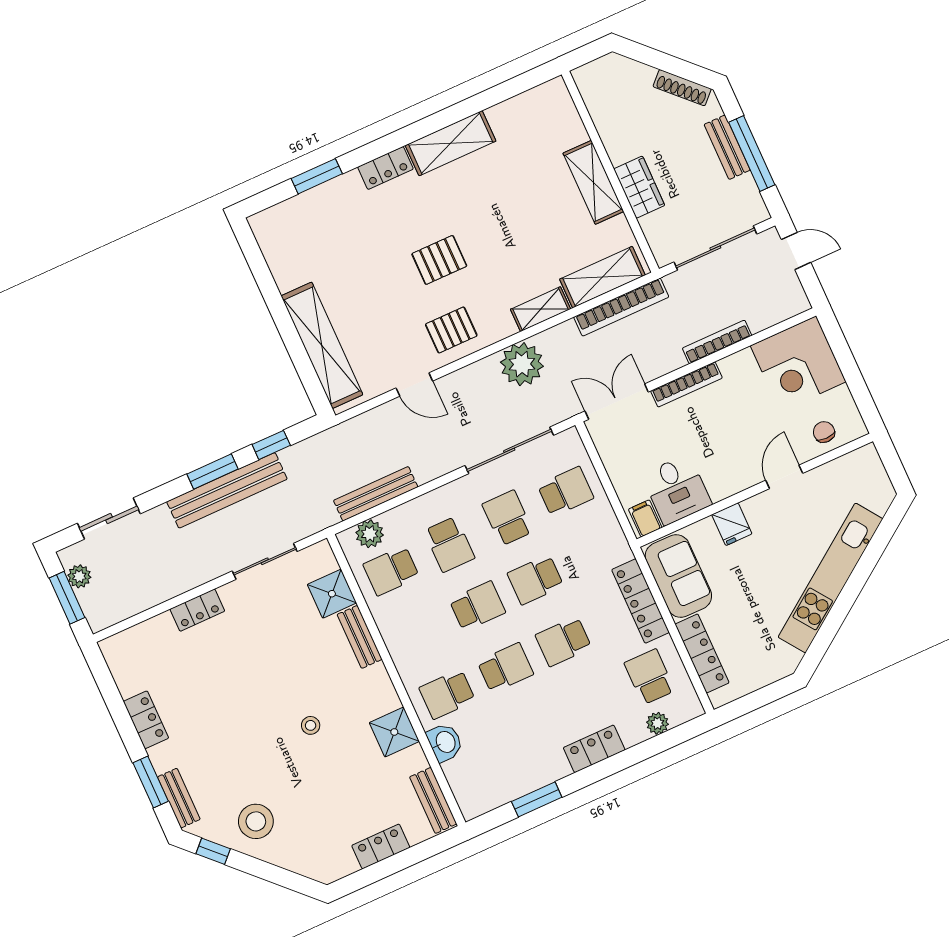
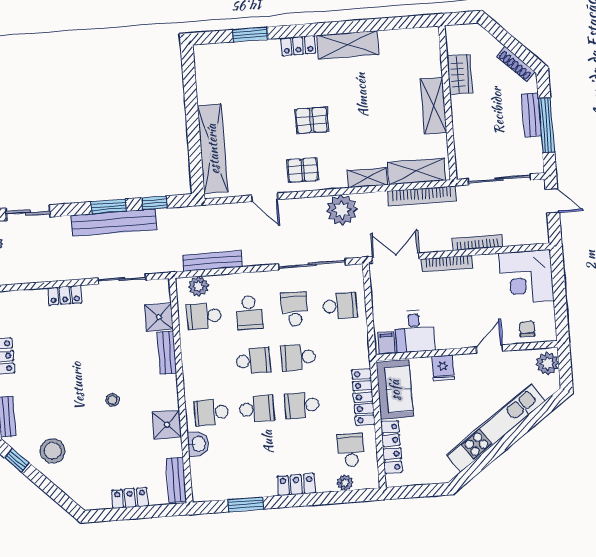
wardrobe: (639, 187) -> (460, 74), moved
plant: (868, 468) -> (547, 364), added

